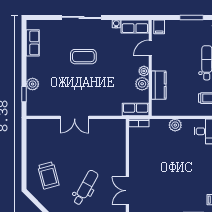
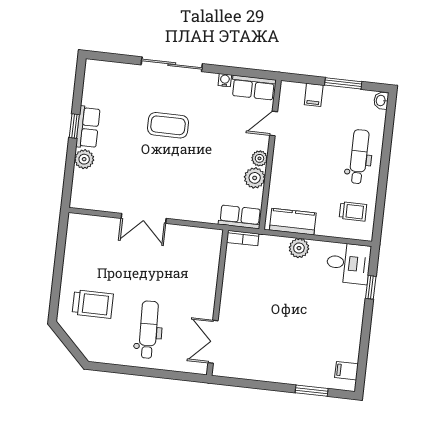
filing cabinet: (159, 27) -> (314, 95), moved
row of seats: (33, 43) -> (88, 127), moved
kitchen counter: (159, 85) -> (293, 222), moved, turned -90
window: (24, 94) -> (74, 126), moved
trolley: (48, 175) -> (93, 304), turned -75
dental chair: (86, 188) -> (148, 330), turned -31

